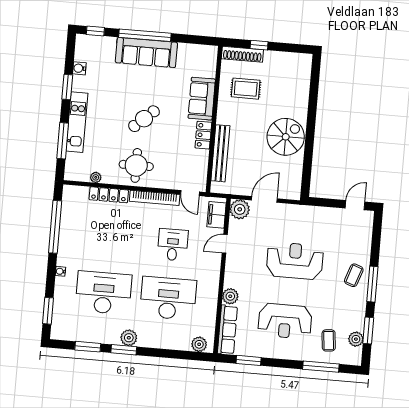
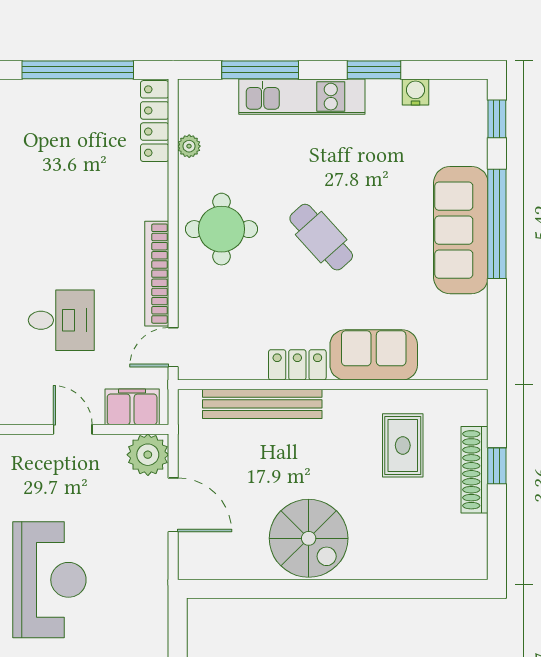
shoe rack: (242, 54) -> (474, 470), moved
locker: (109, 195) -> (155, 121), moved

